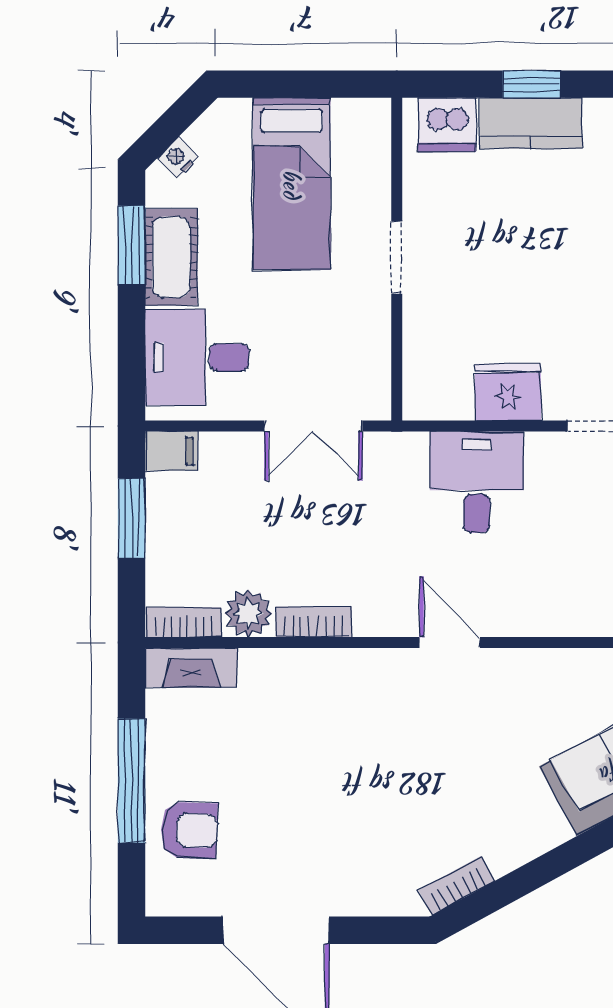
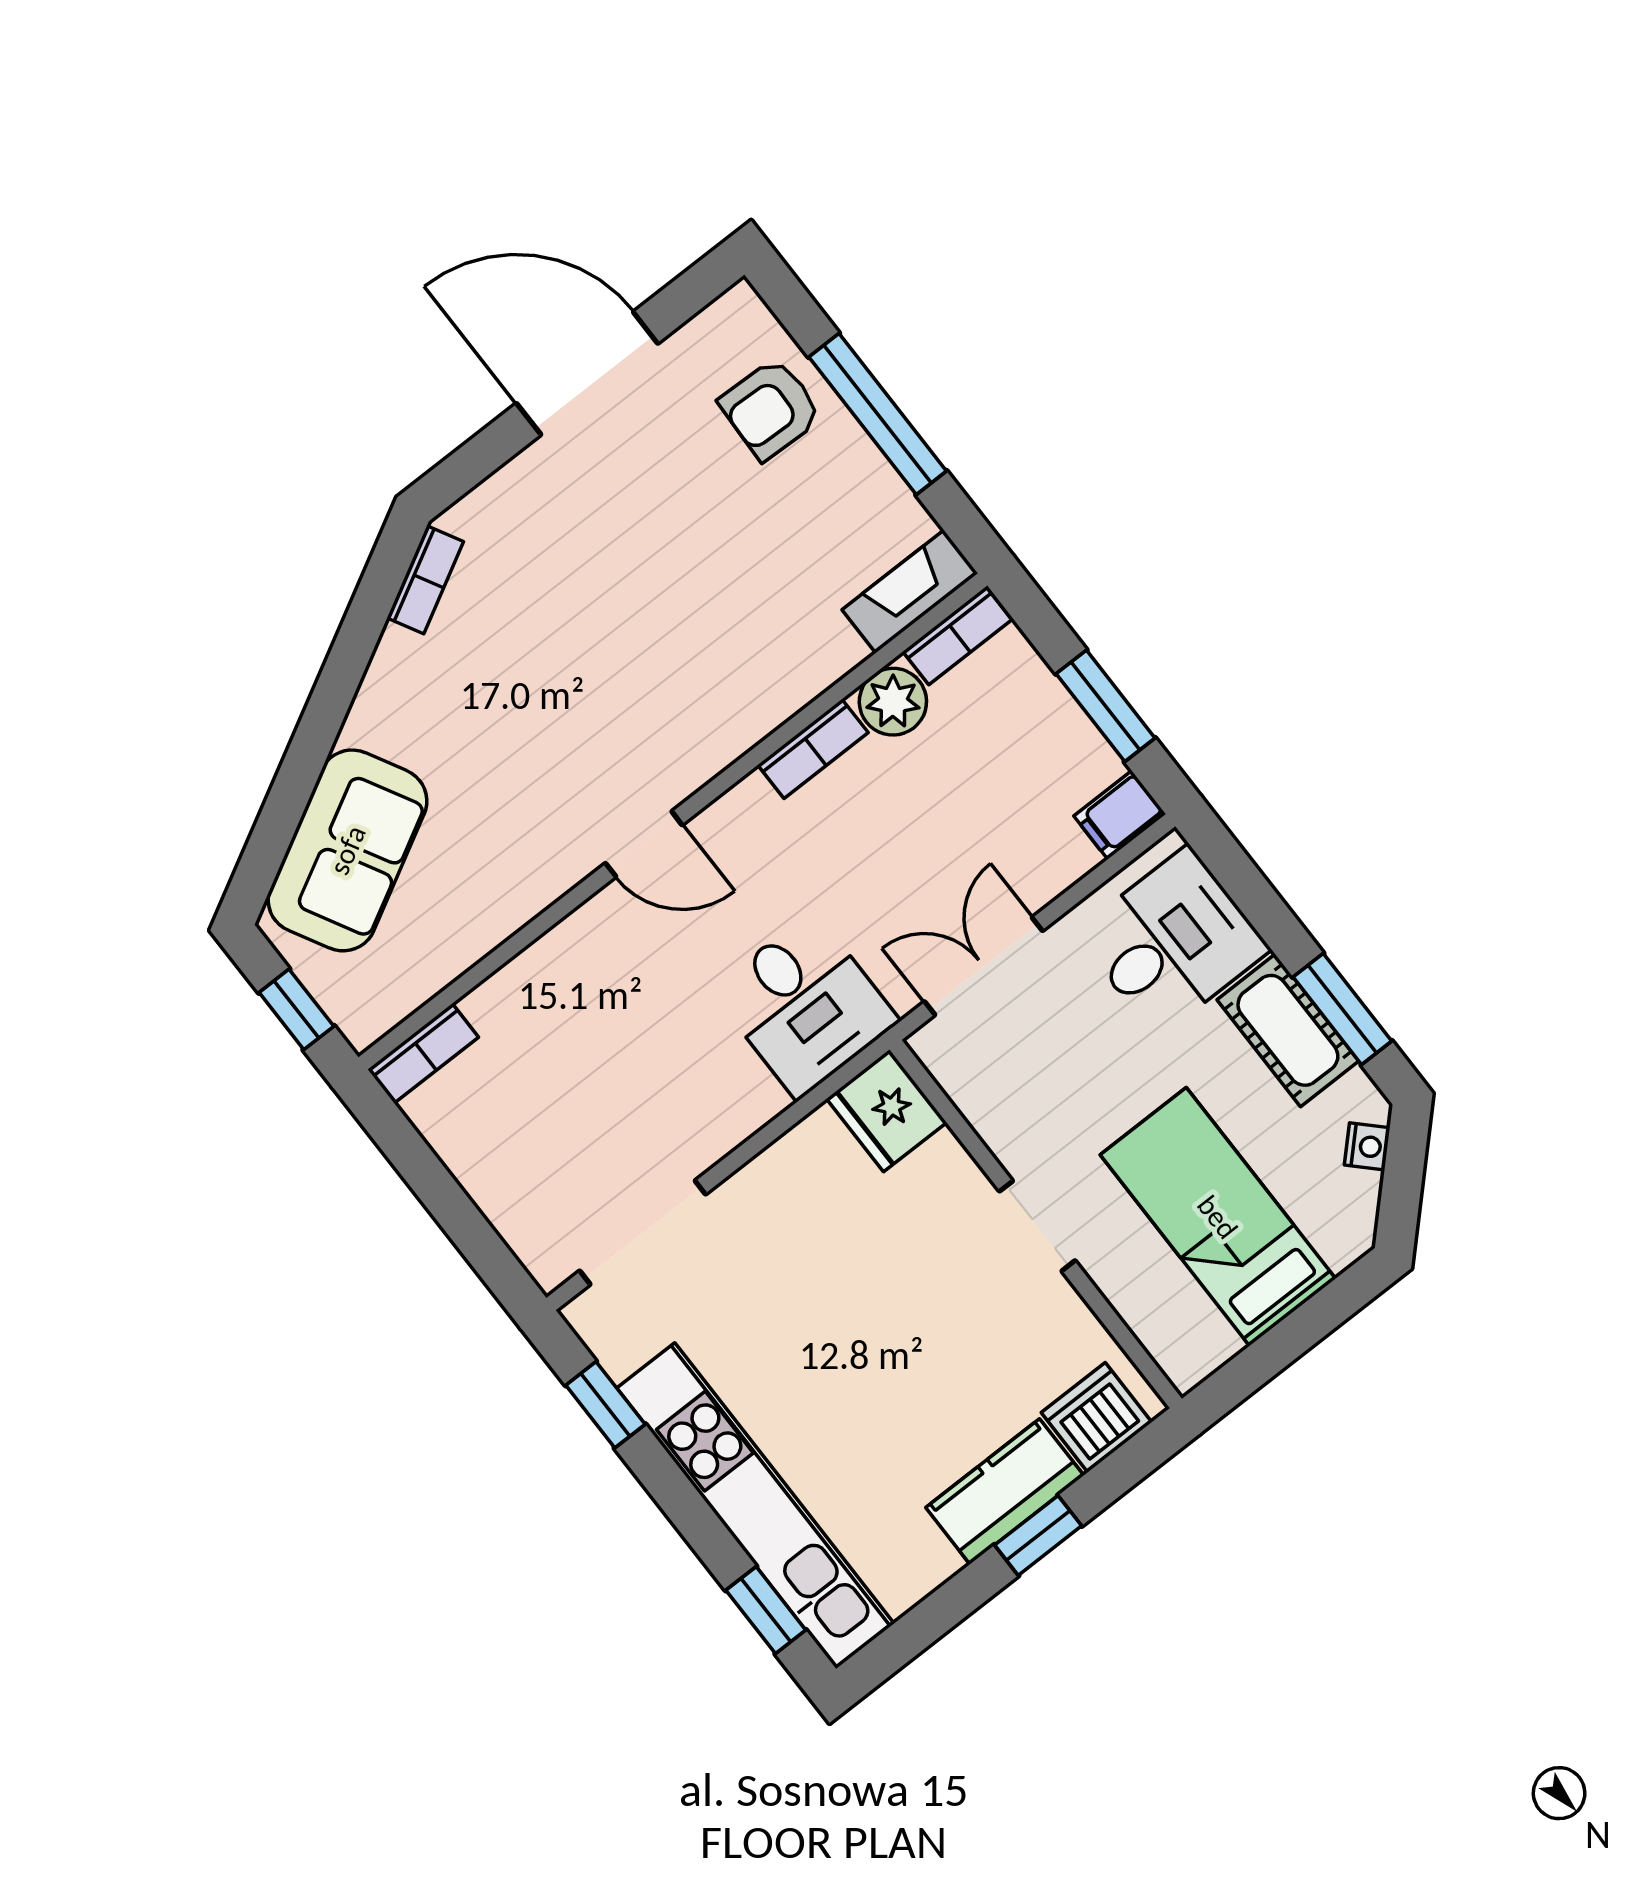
fridge: (508, 392) -> (887, 1111), moved, turned 90
desk: (477, 482) -> (805, 1005), moved

